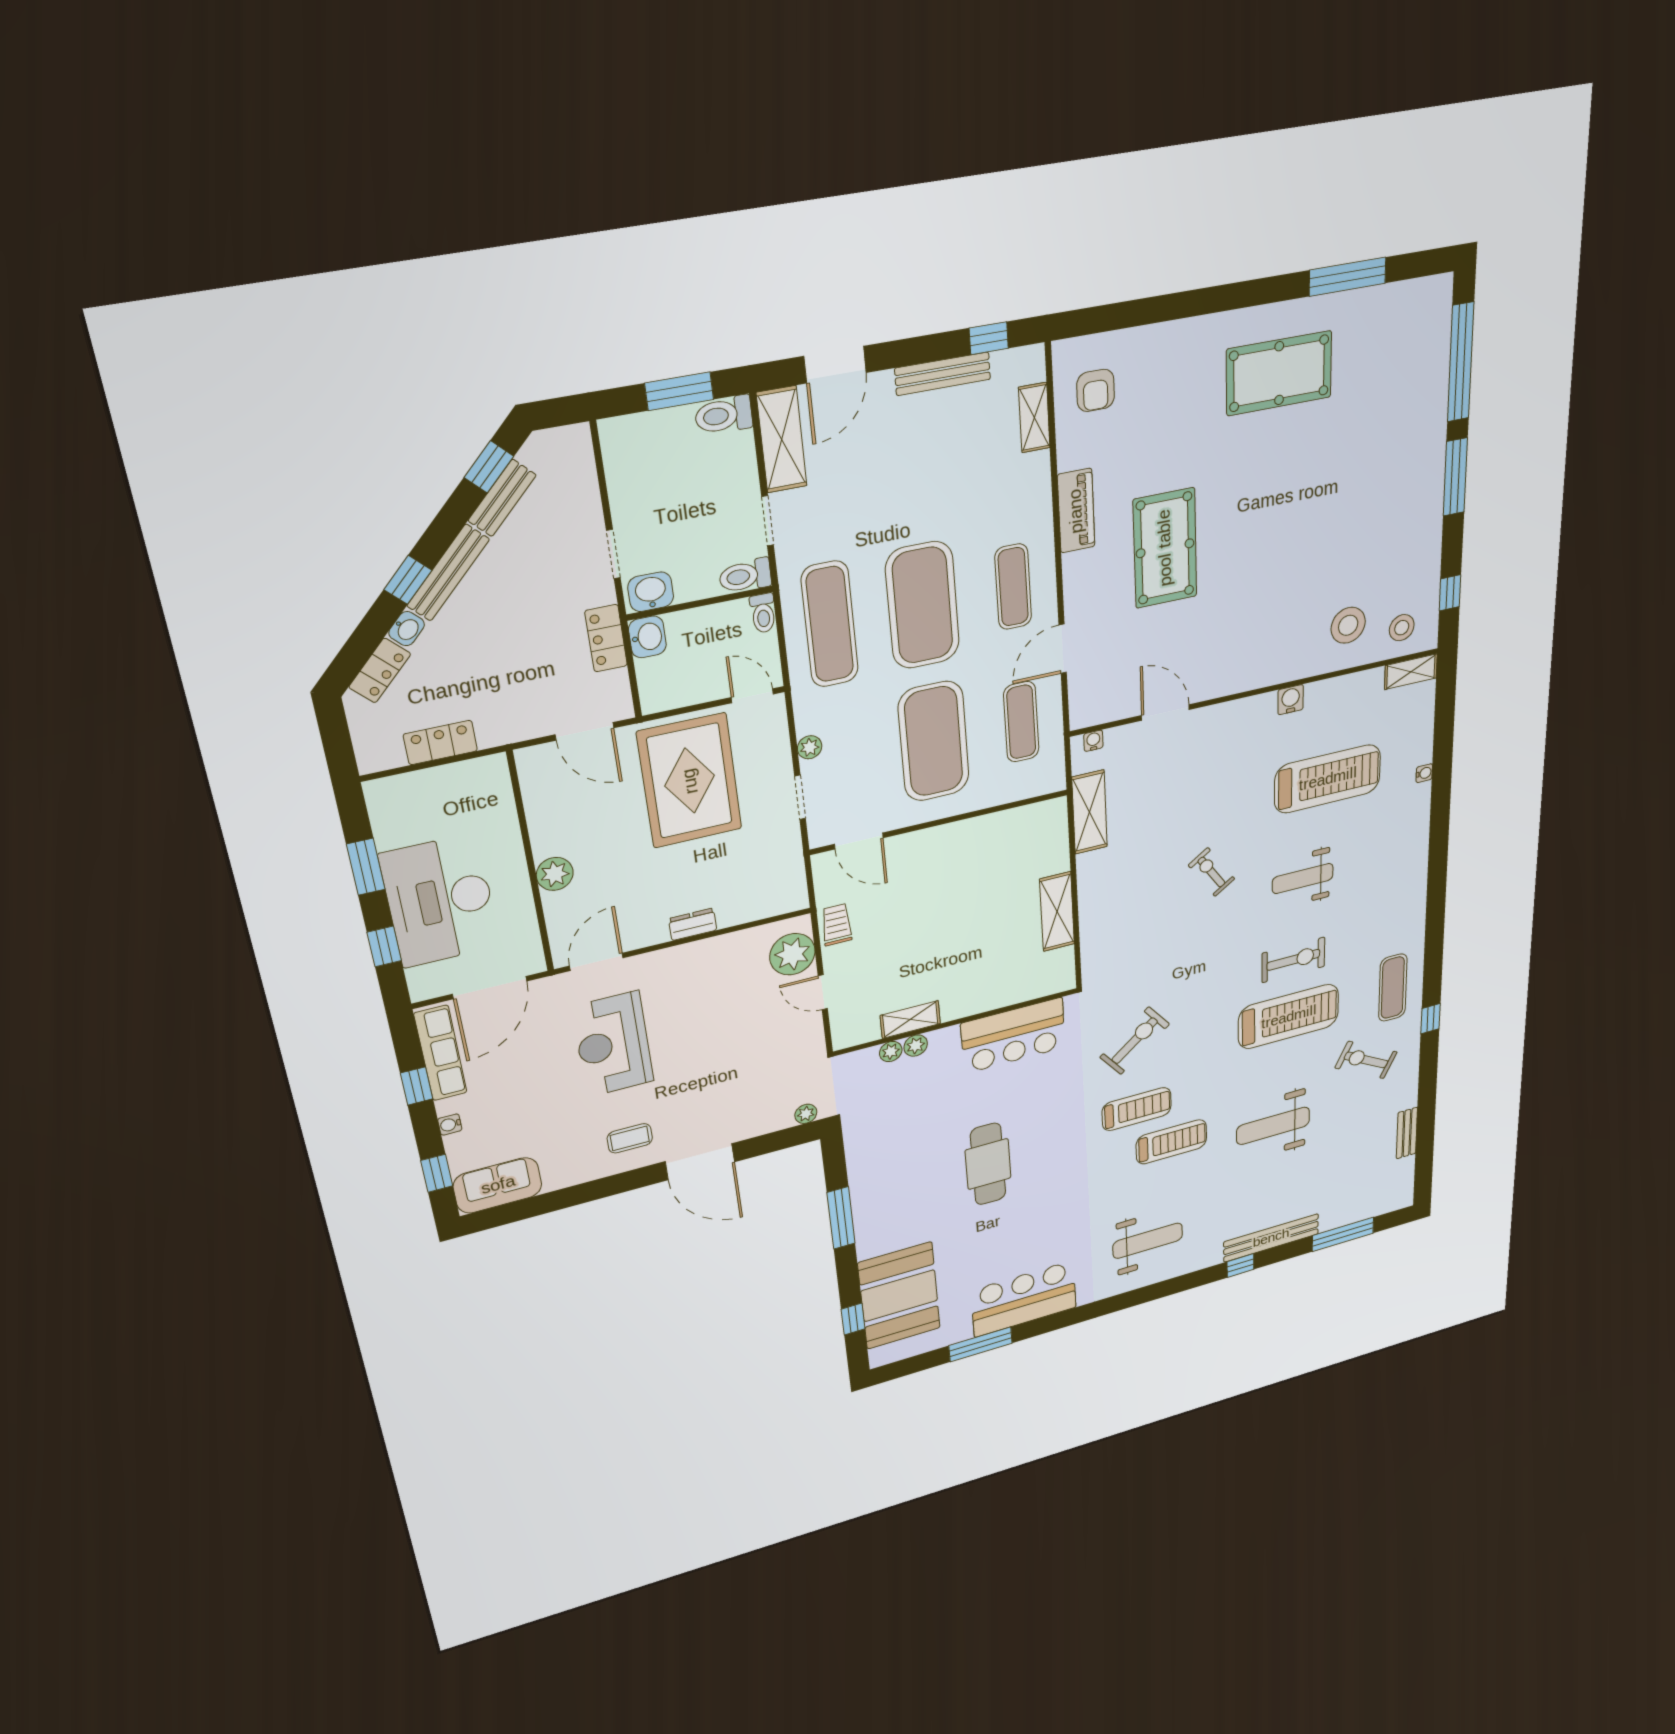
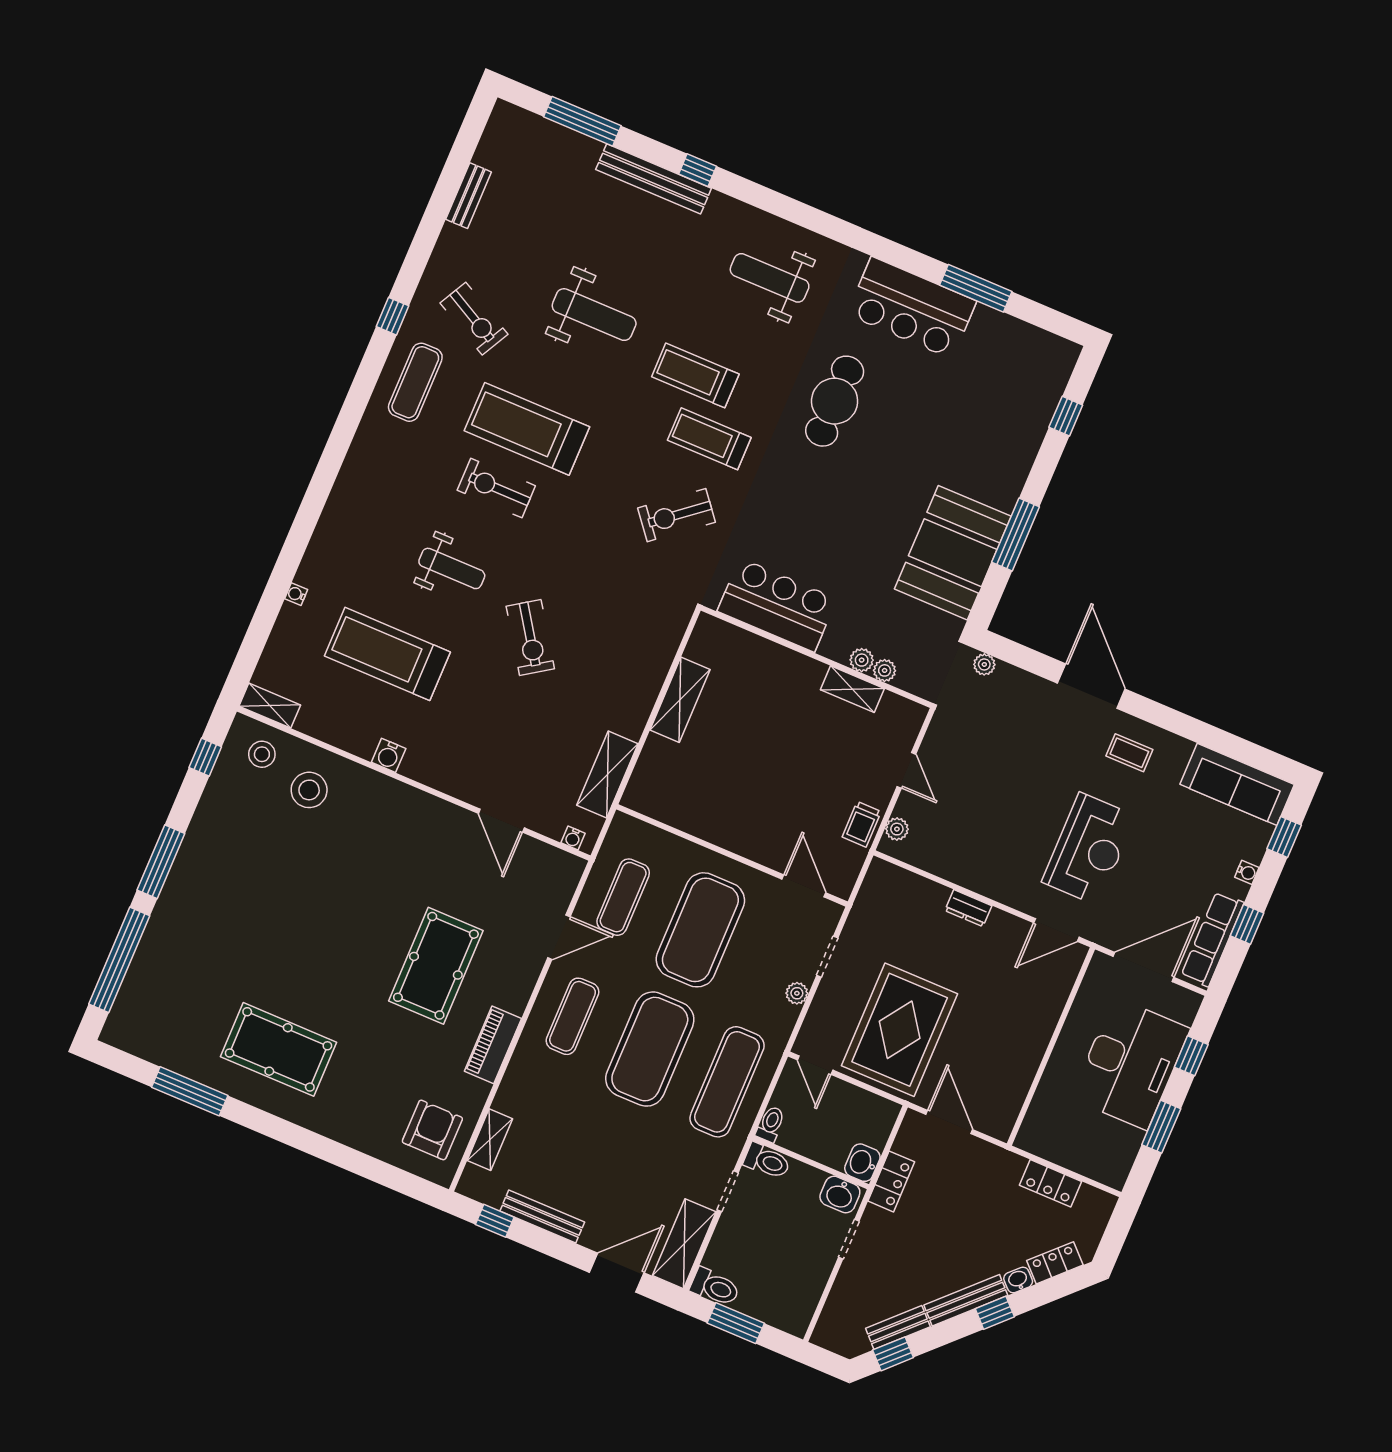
armchair: (1096, 390) -> (432, 1130), width x1.38, depth x1.38
exercise bike: (1211, 872) -> (530, 638), width x1.38, depth x1.39
plant: (555, 874) -> (1040, 1025), removed
plant: (792, 954) -> (897, 829), width x0.53, depth x0.53
cafe table: (988, 1164) -> (835, 401), moved
sofa: (498, 1185) -> (1237, 784), width x1.36
booth: (899, 1296) -> (953, 553), moved

